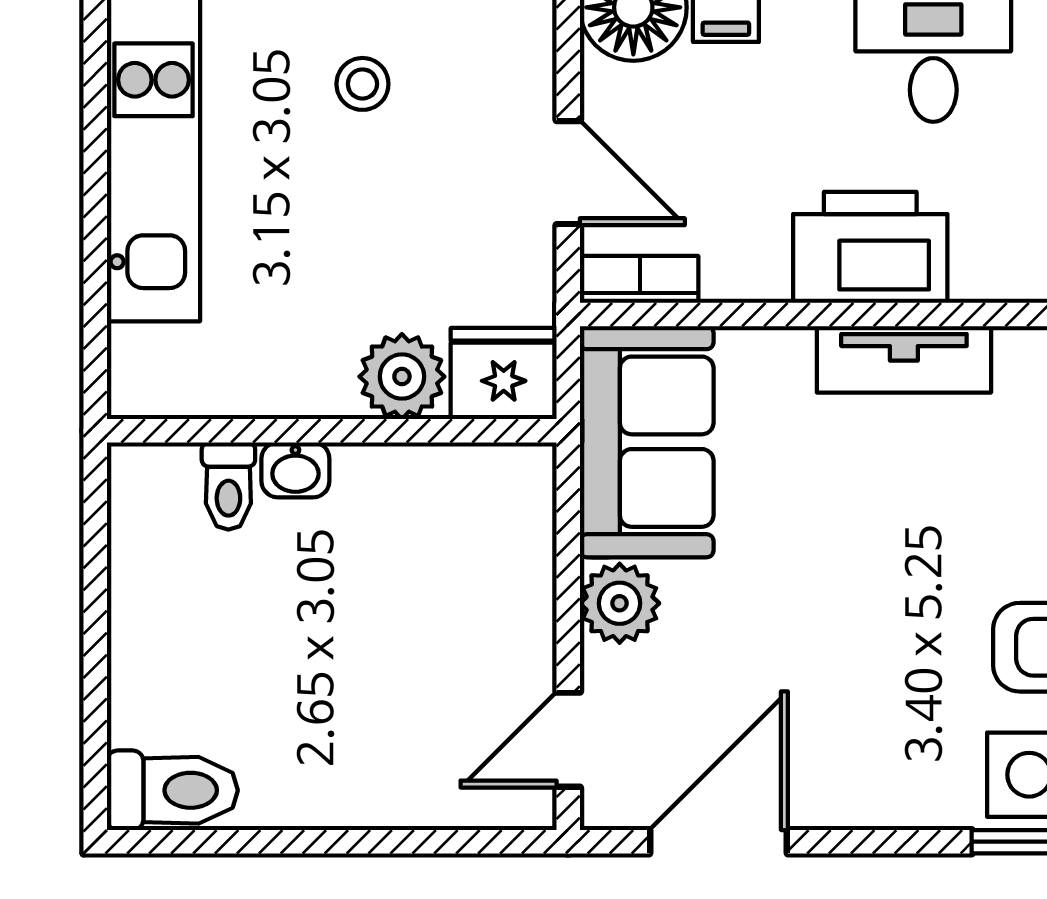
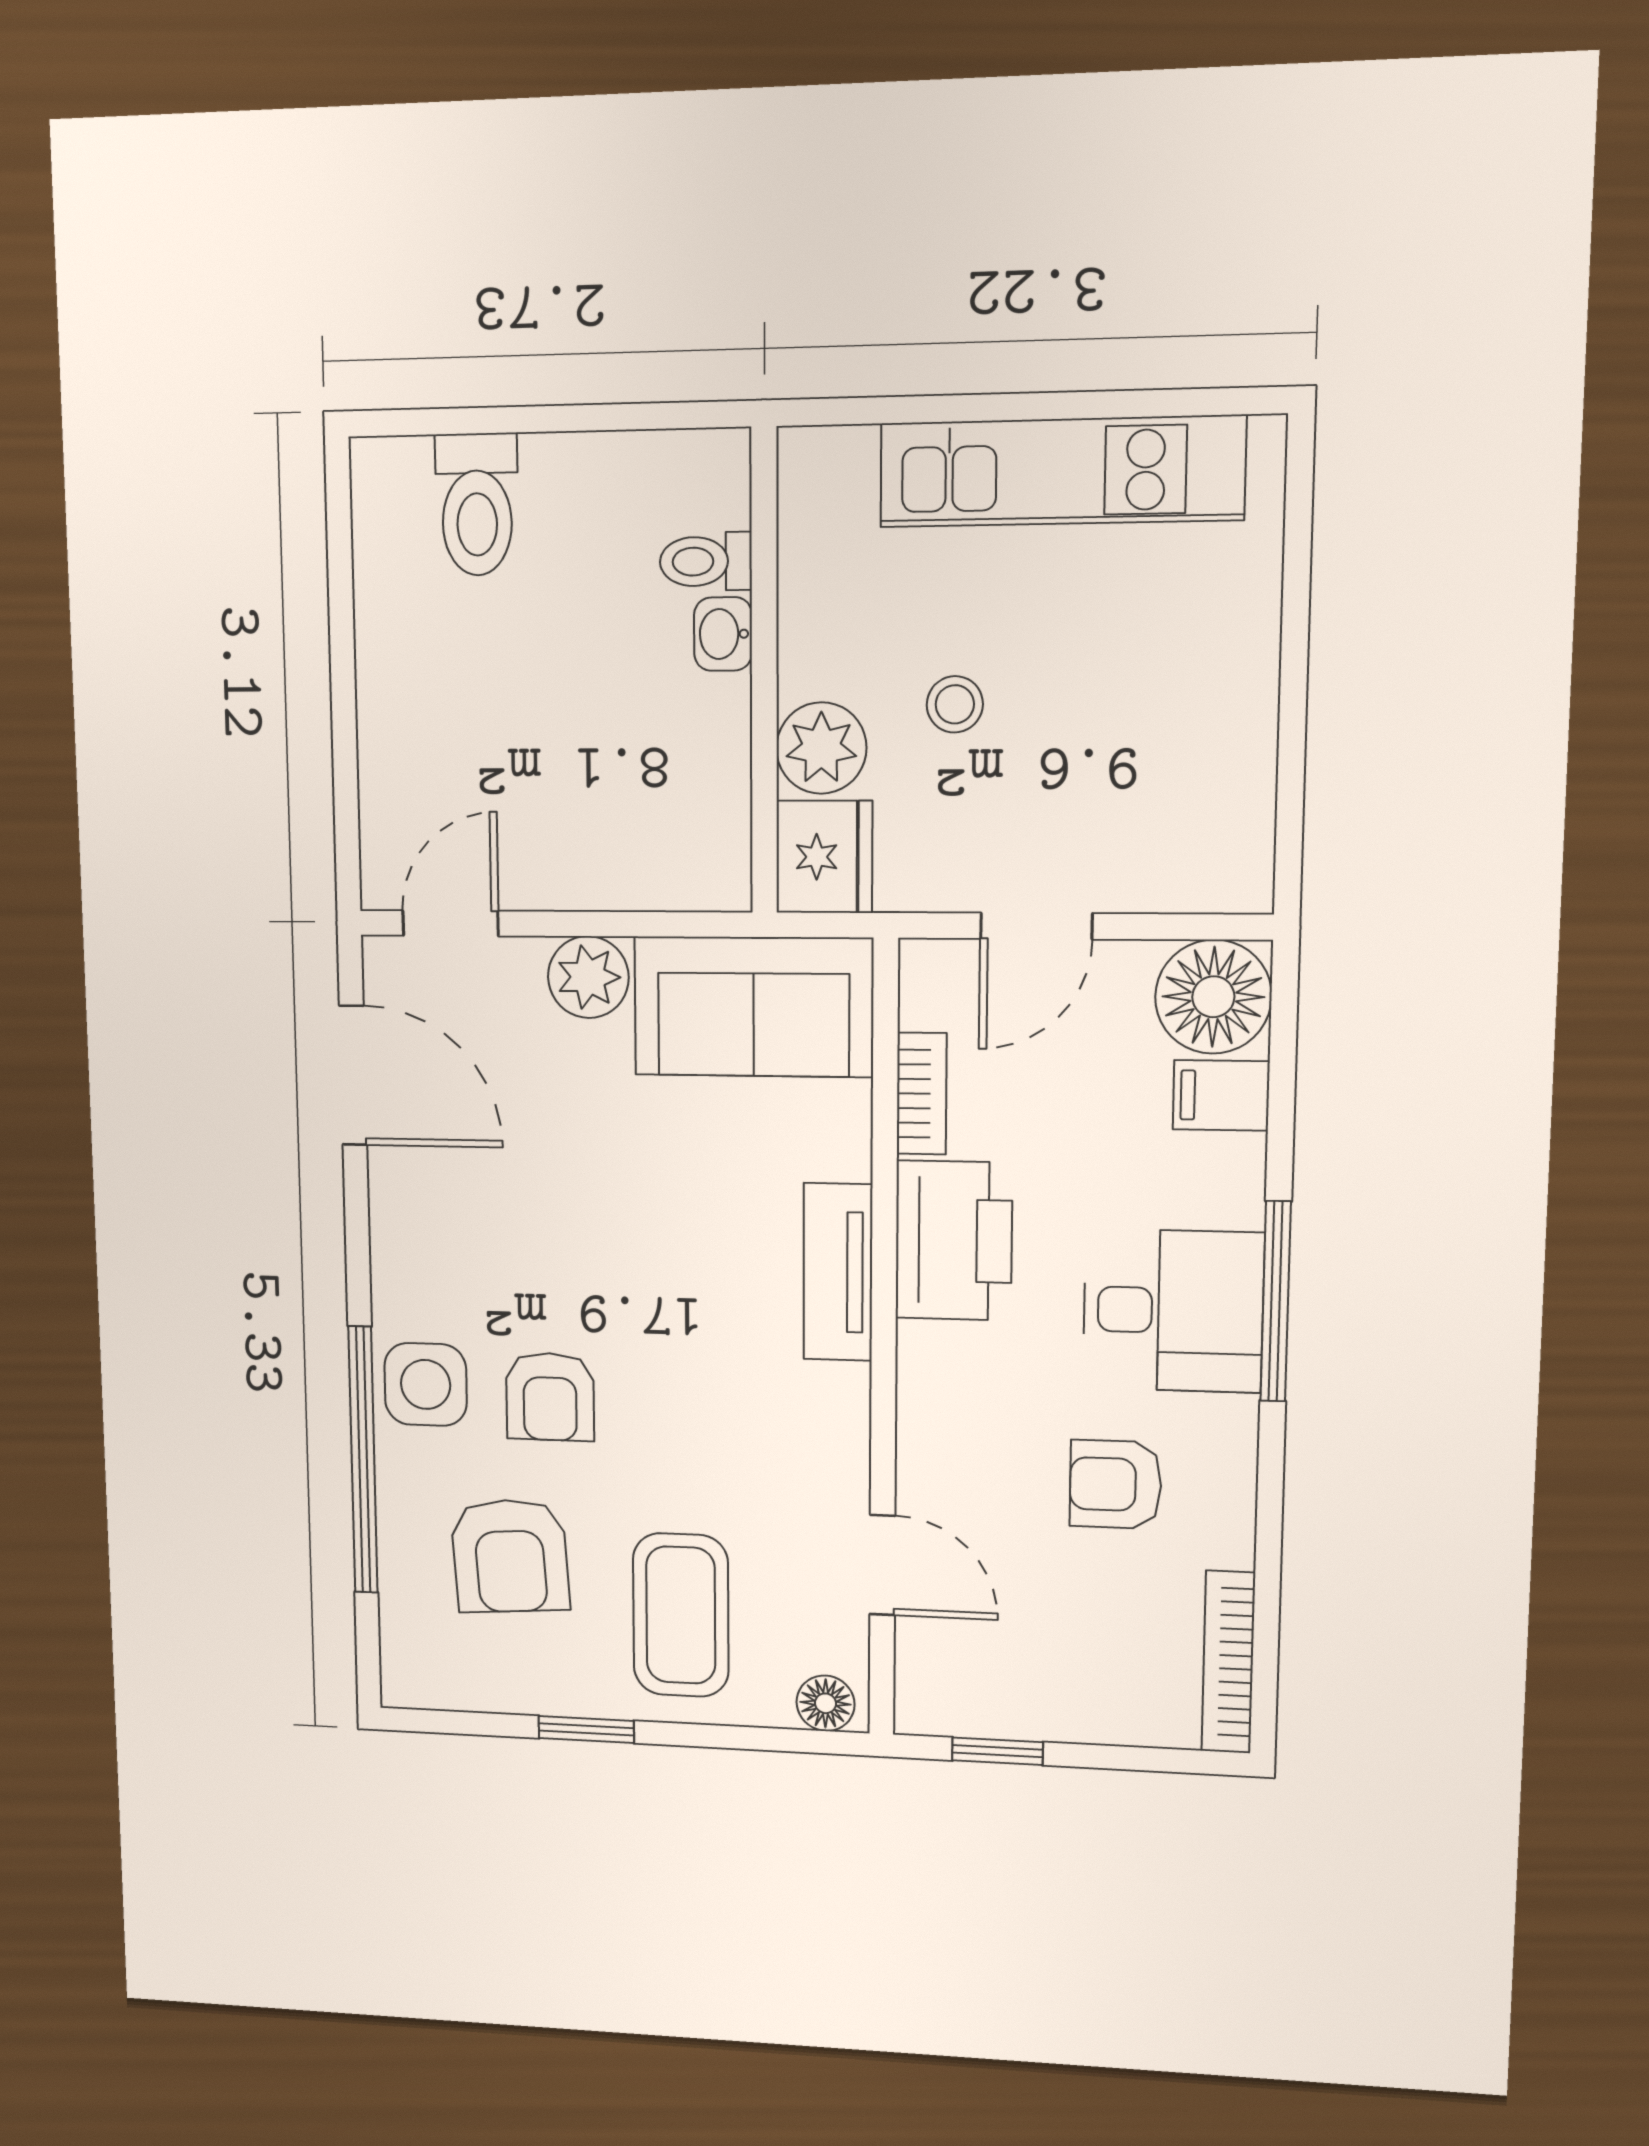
stool: (362, 84) -> (955, 704), moved
bookcase: (640, 279) -> (922, 1094), moved
door: (568, 740) -> (451, 923), hinge flipped
toilet: (172, 790) -> (477, 505), moved

